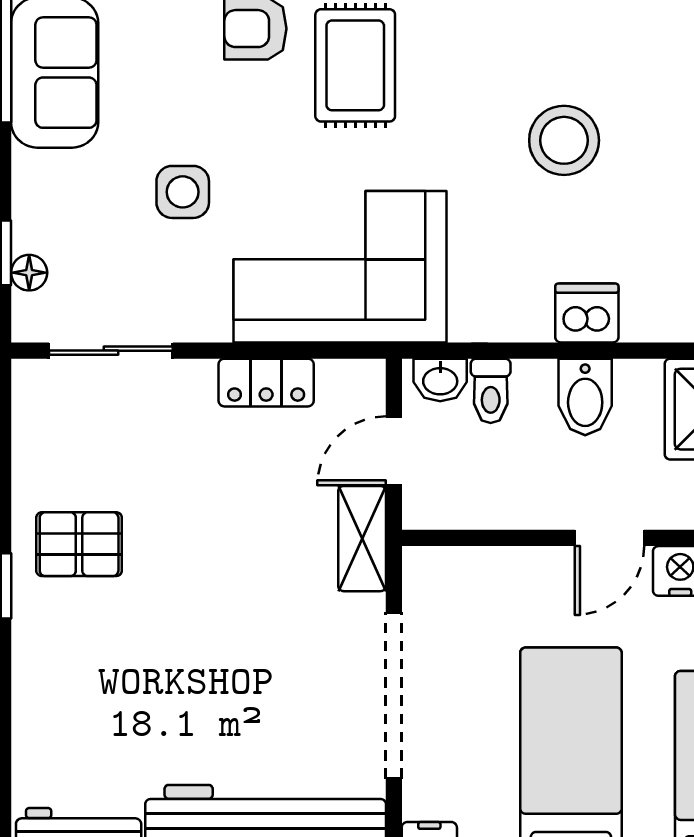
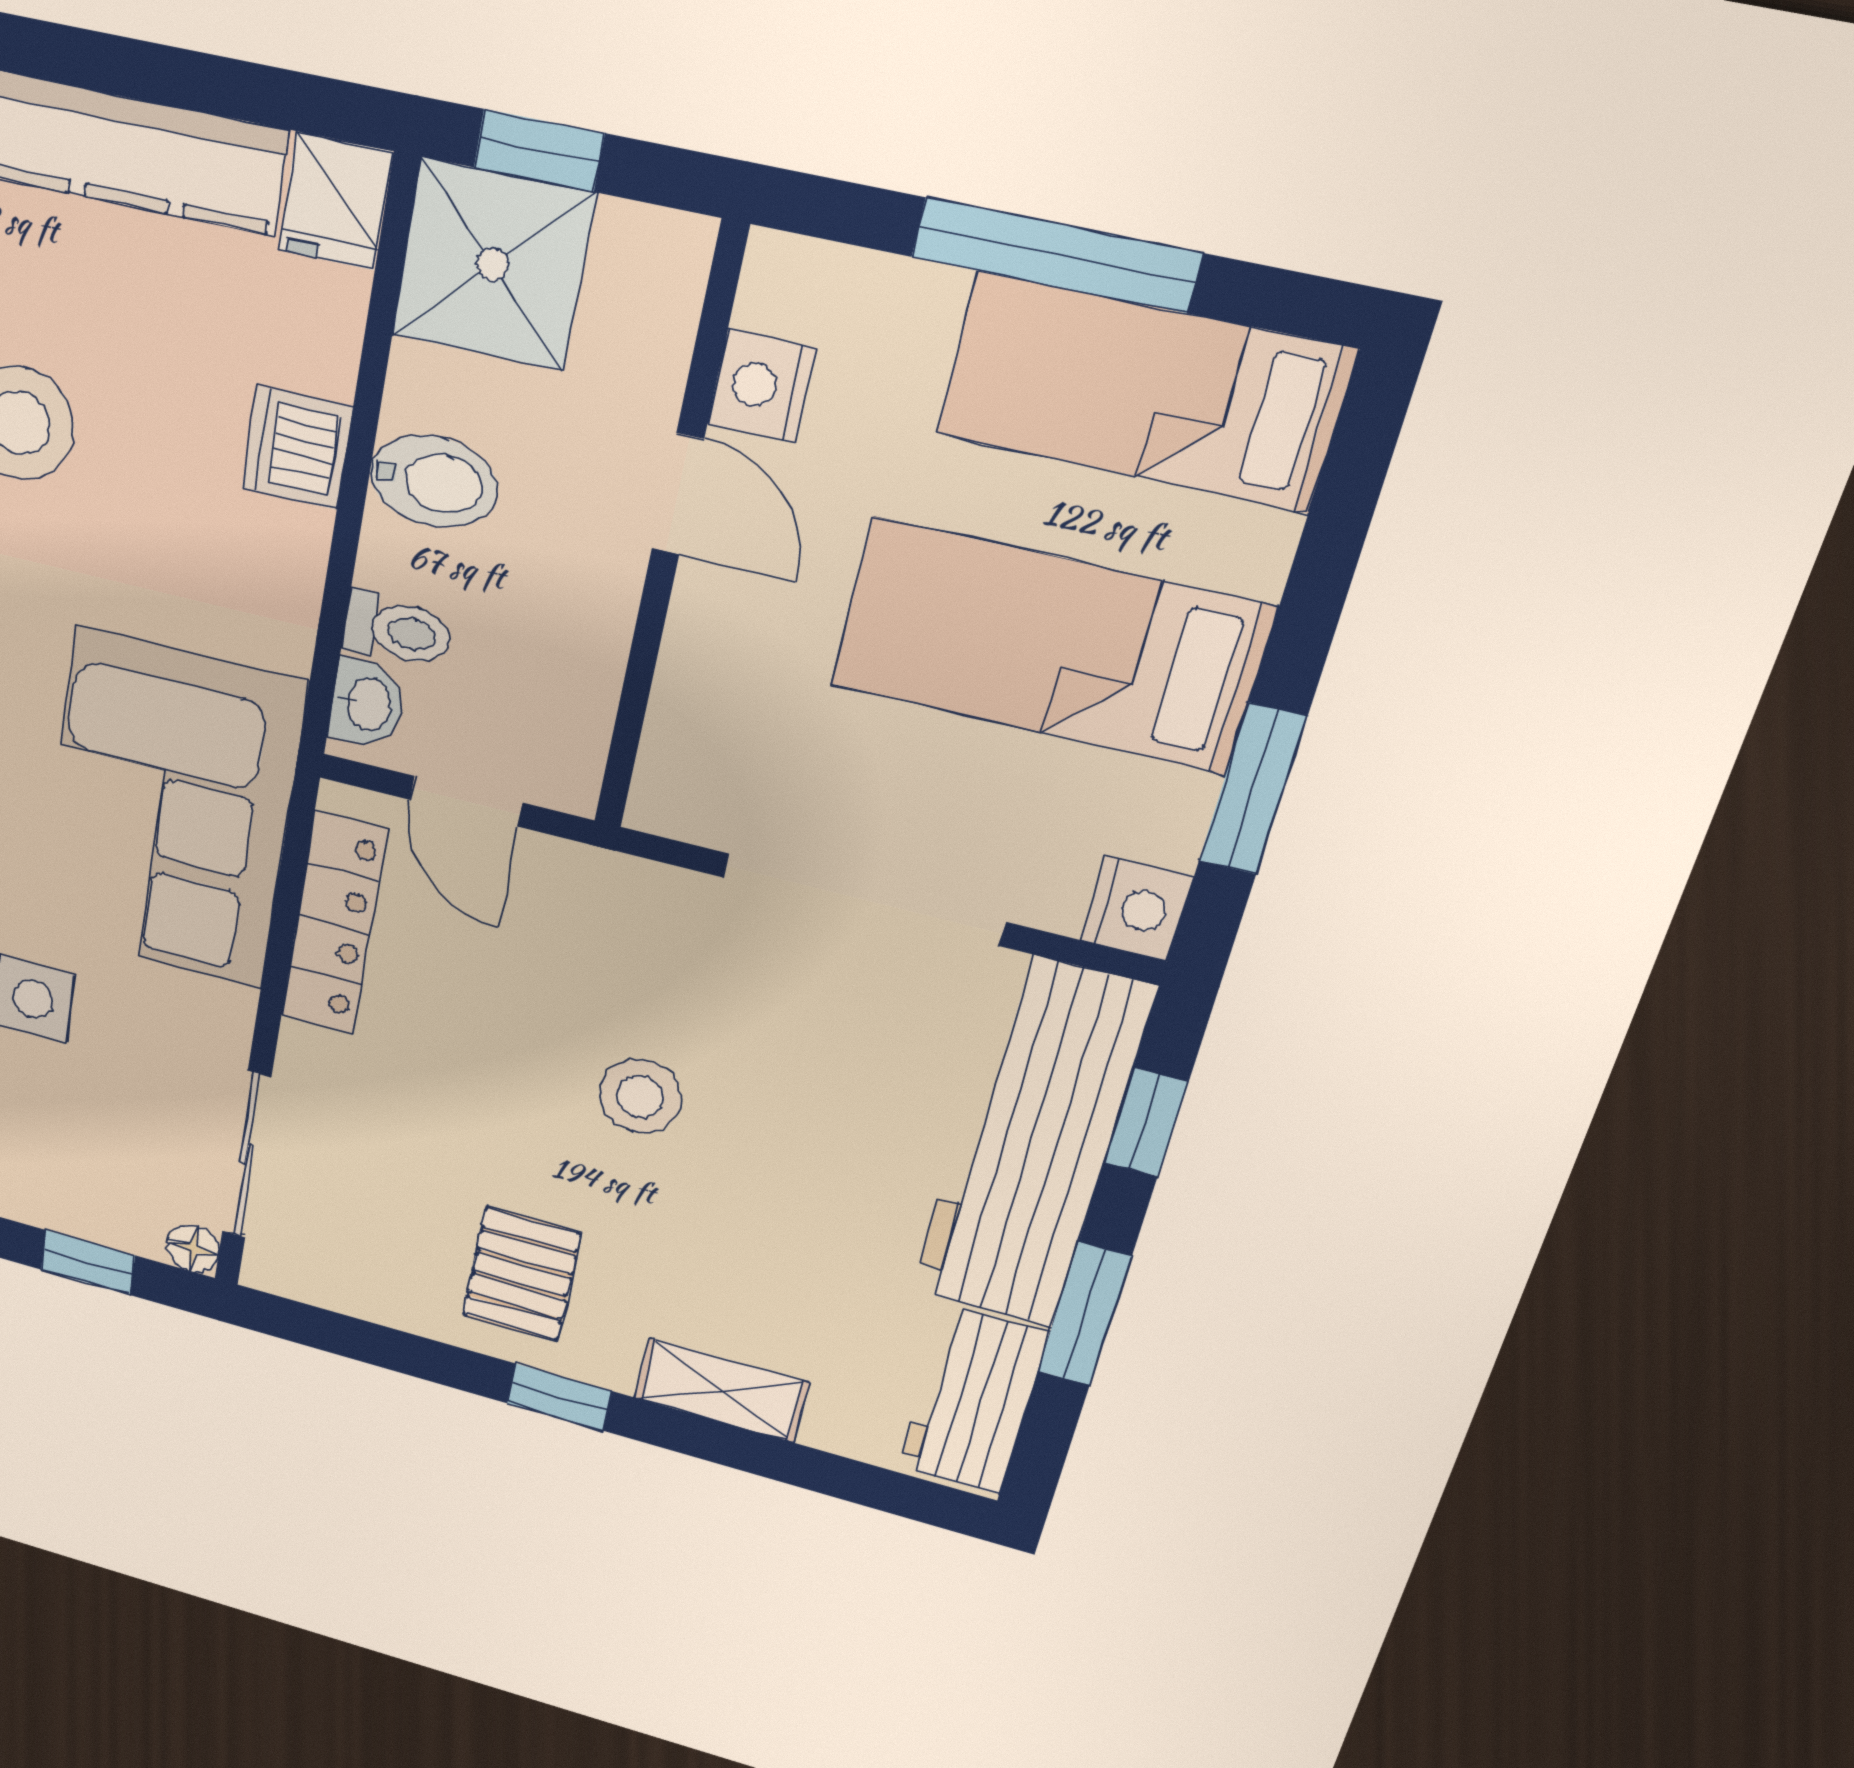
floor lamp: (29, 273) -> (193, 1249), moved
locker: (266, 383) -> (334, 924), width x1.53
shelving: (362, 539) -> (721, 1390), moved
stool: (228, 593) -> (640, 1096), added

